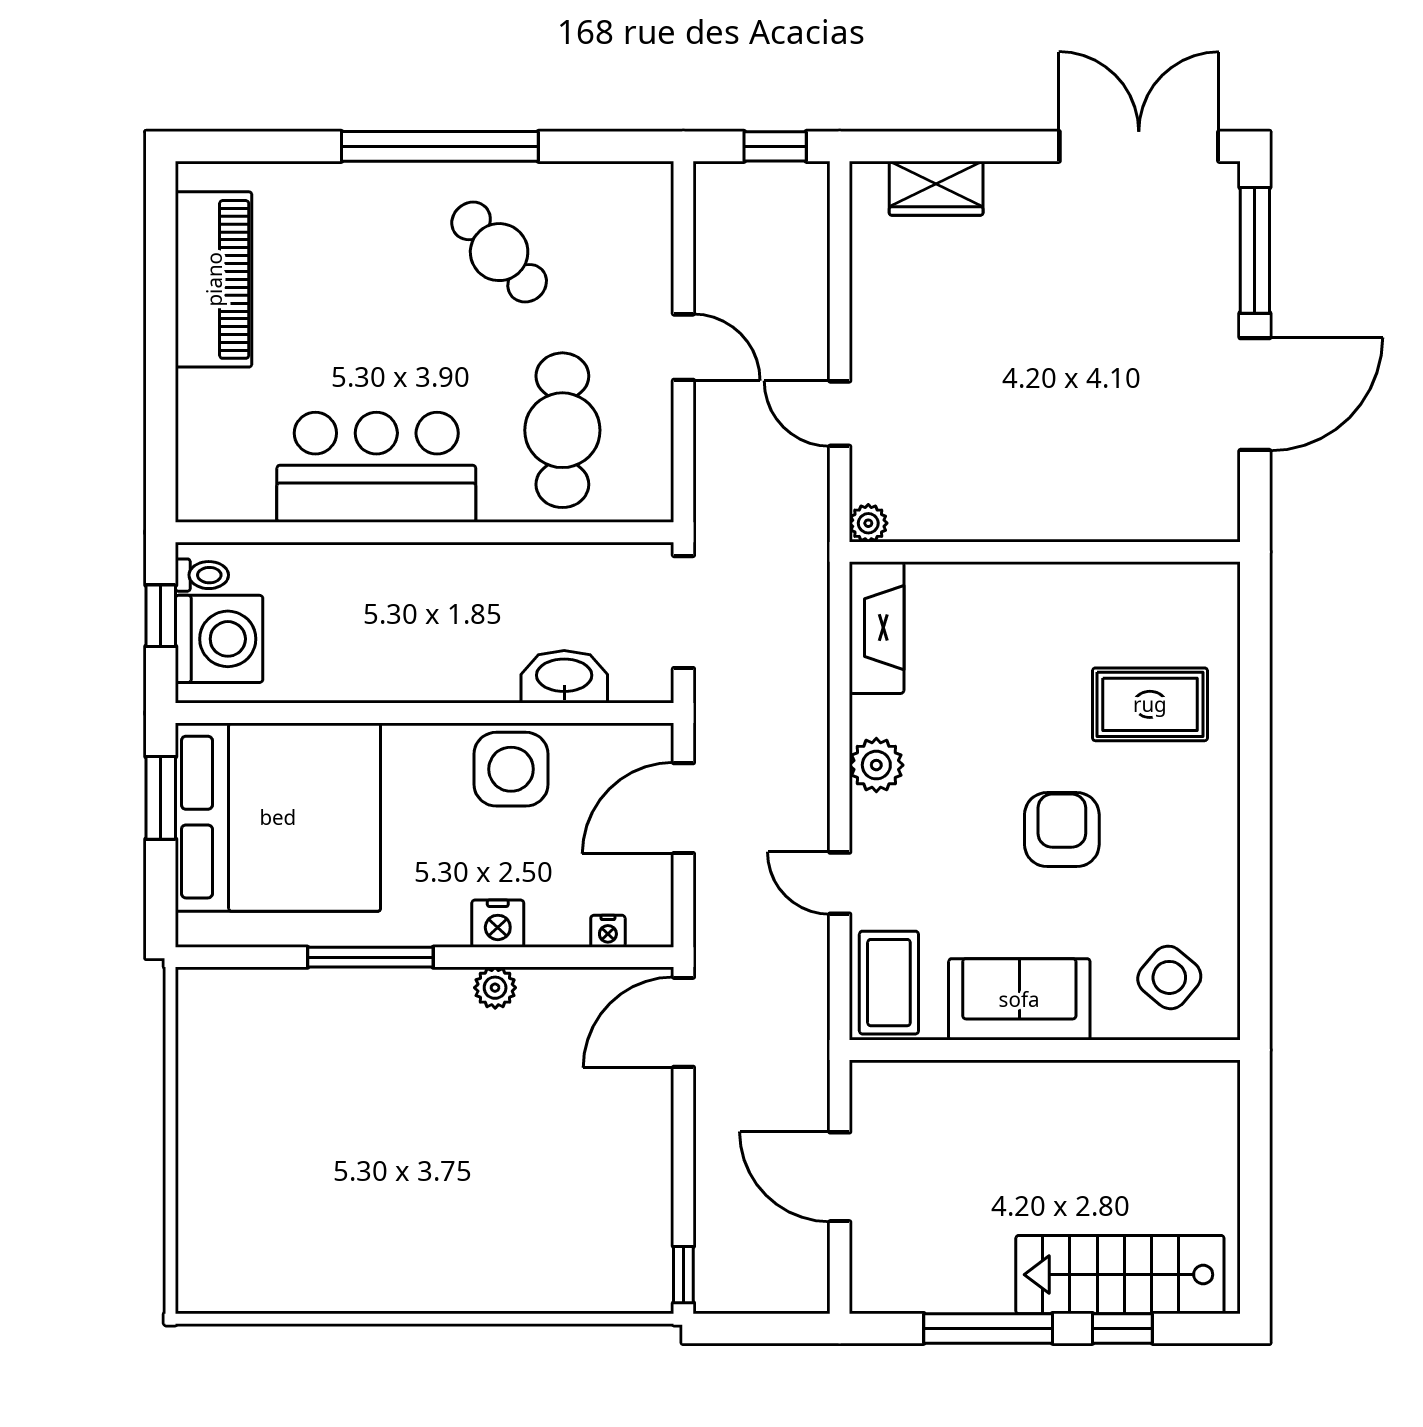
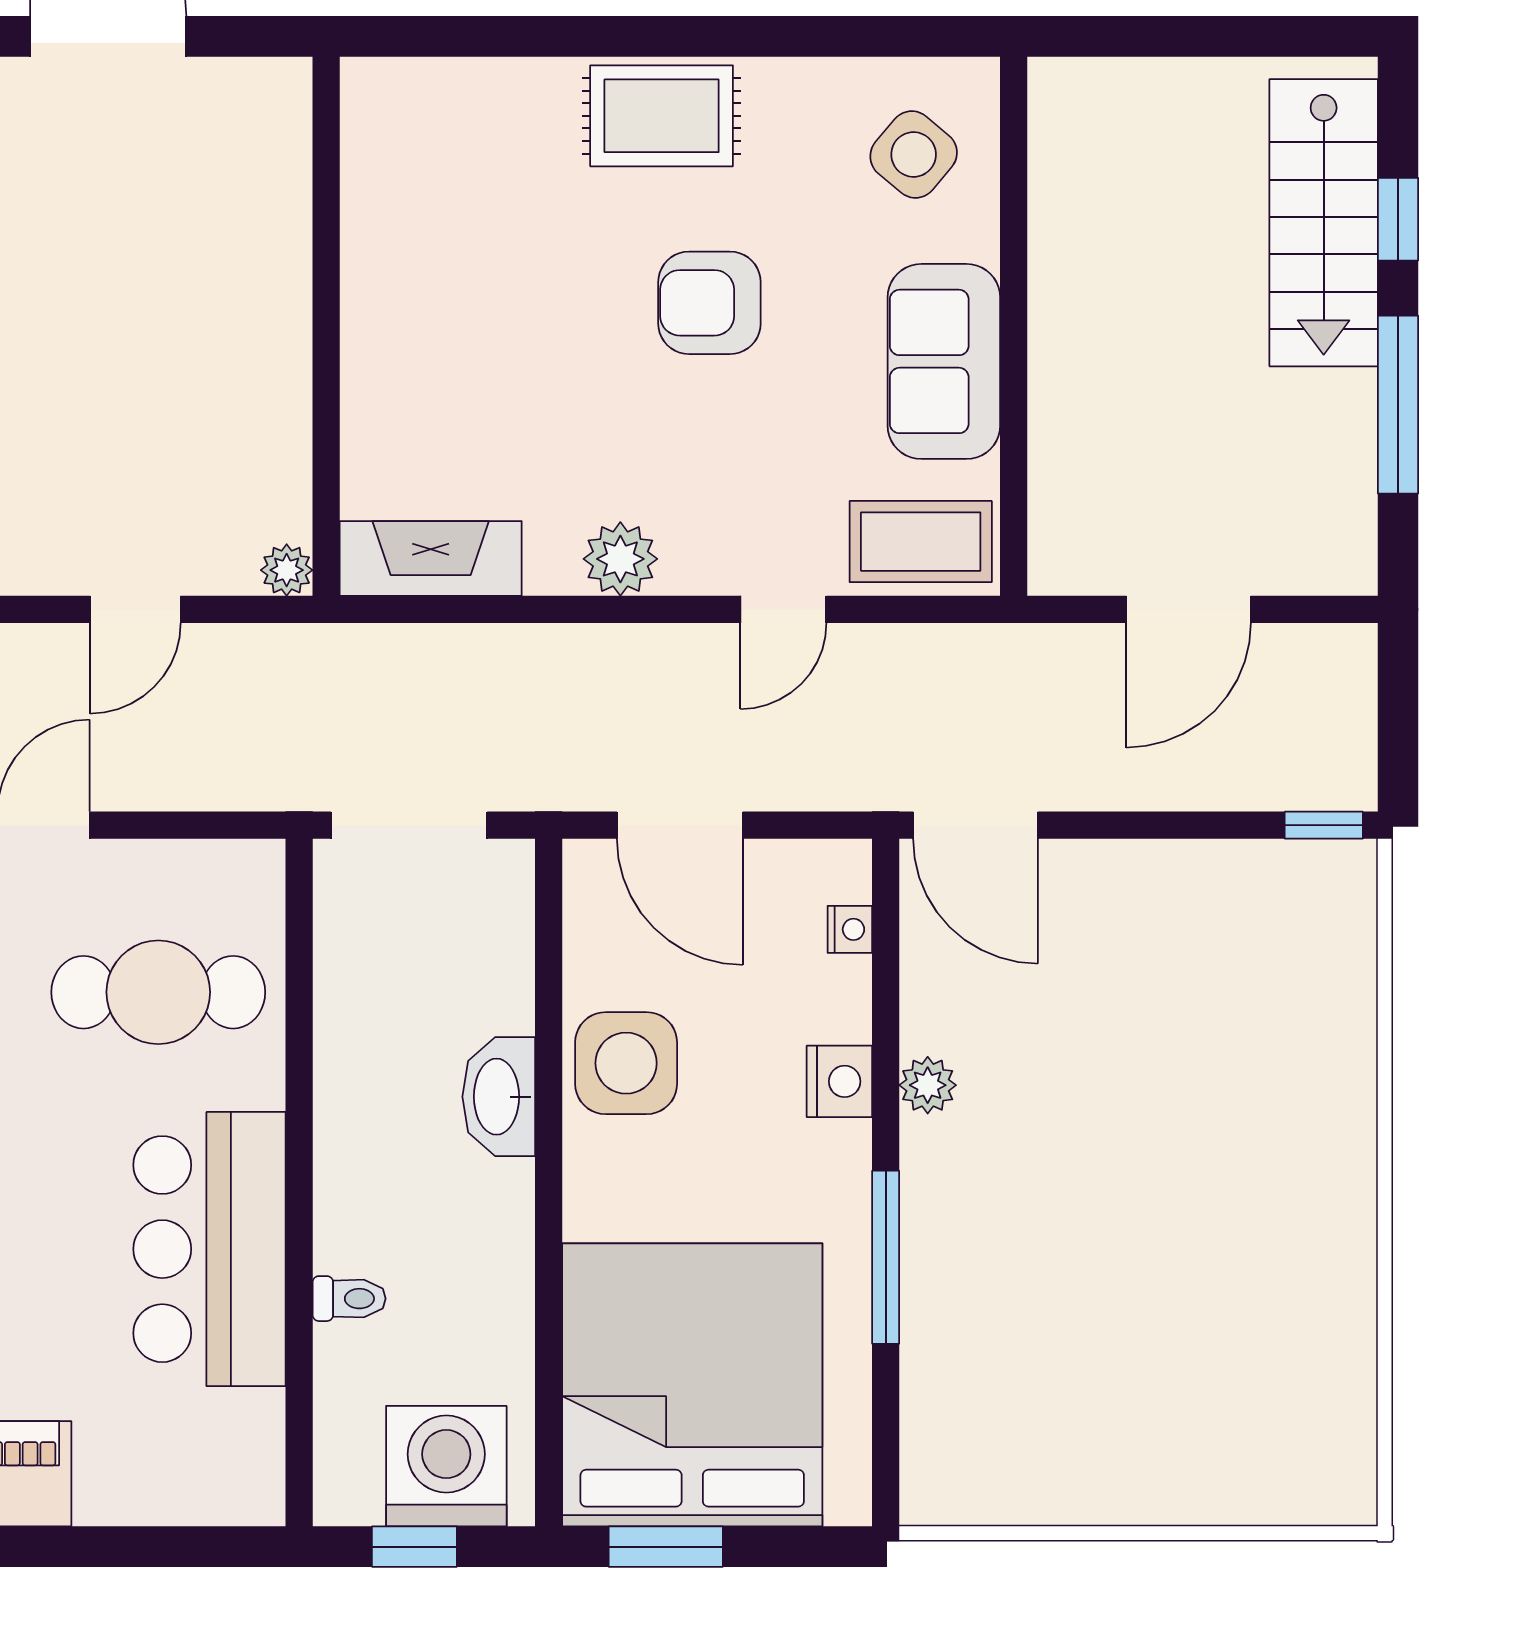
toilet: (202, 575) -> (349, 1299), moved, turned 90
washbasin: (564, 677) -> (499, 1097), moved
rug: (1150, 704) -> (662, 116), moved, turned 90

